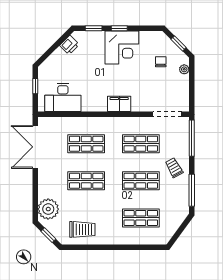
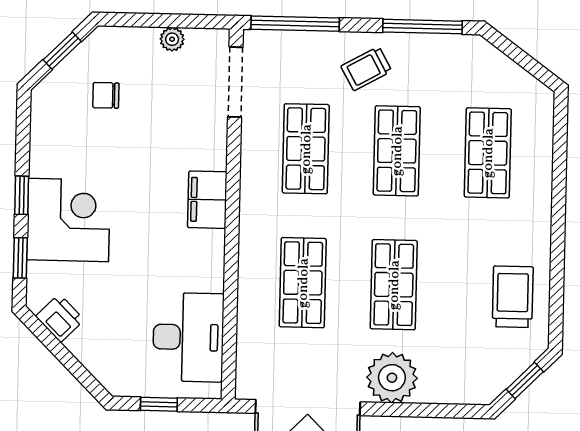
corner desk: (122, 48) -> (68, 220), moved
plant: (184, 69) -> (172, 39), moved
plant: (48, 209) -> (392, 378), moved

